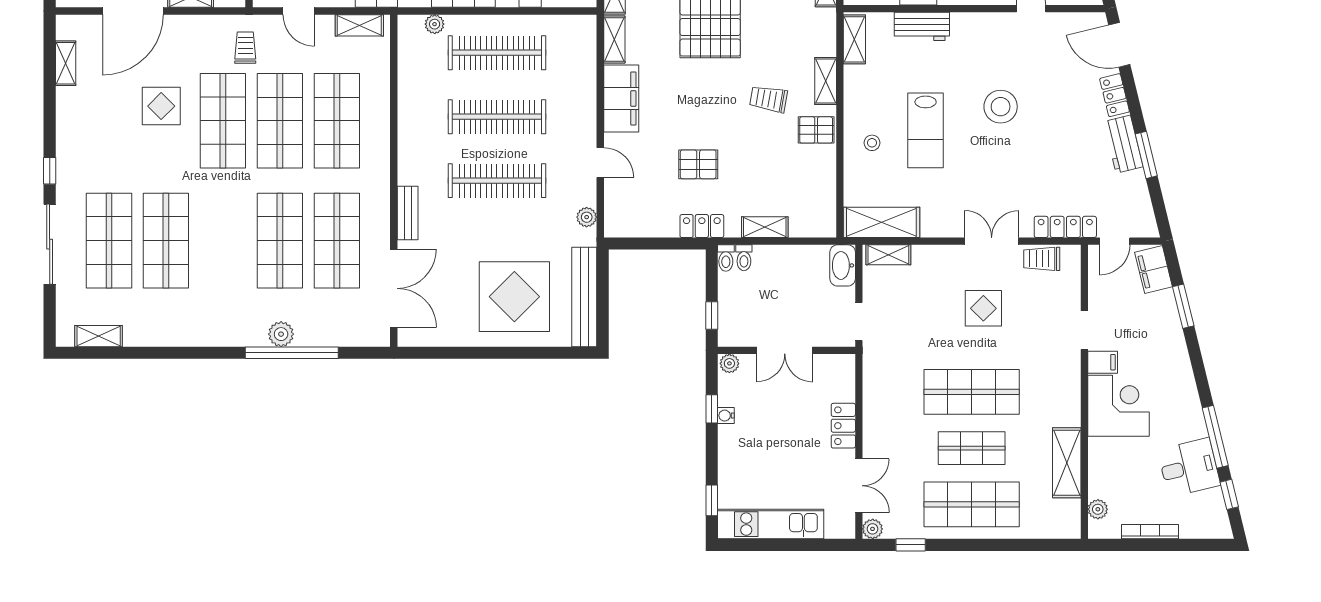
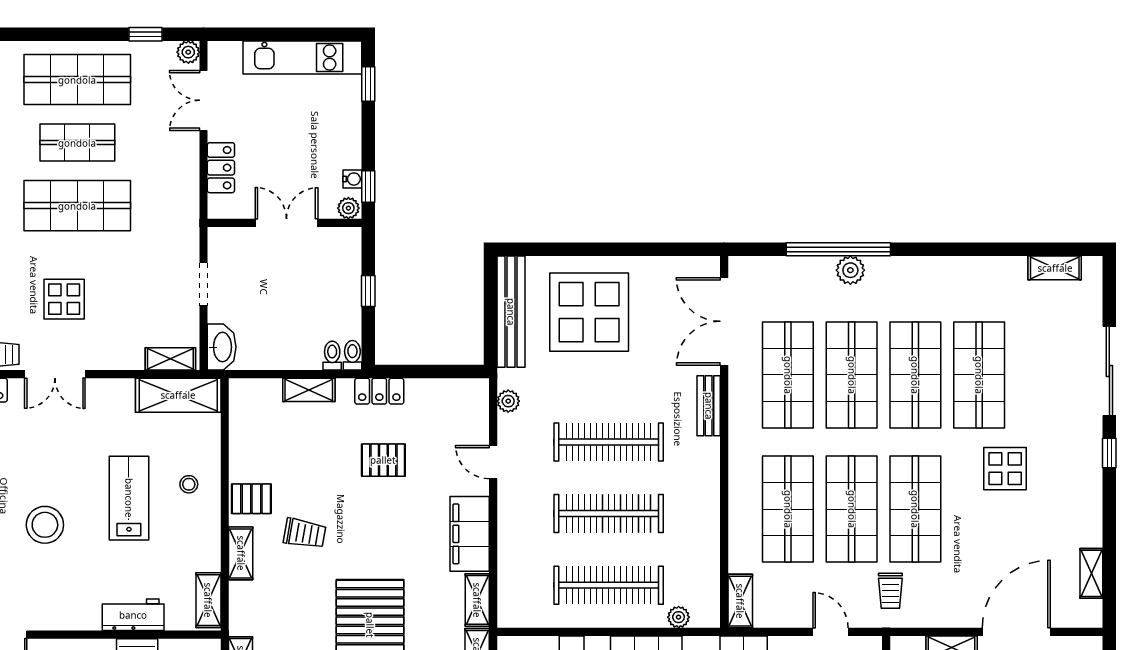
shelving: (359, 25) -> (740, 601), moved, turned 90
display table: (161, 106) -> (1005, 469), moved
shop shelf: (109, 241) -> (915, 375), moved
double door: (785, 350) -> (287, 223), moved
wall: (786, 350) -> (285, 223), moved
plant: (729, 363) -> (348, 208), moved

